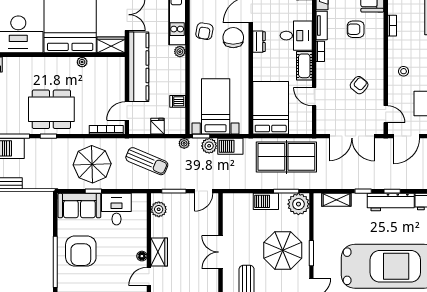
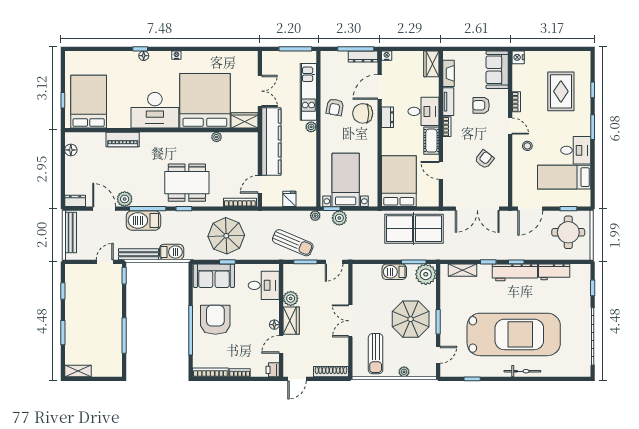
chair: (233, 38) -> (363, 113), turned -90
dishwasher: (178, 101) -> (309, 175), removed
door: (386, 114) -> (510, 126), moved
barbecue: (230, 146) -> (172, 252), moved, turned 180
sun lounger: (147, 161) -> (293, 243), moved
desk: (116, 209) -> (264, 285), moved, turned 90
plant: (159, 209) -> (291, 298), moved
armchair: (81, 251) -> (215, 320), turned 180

